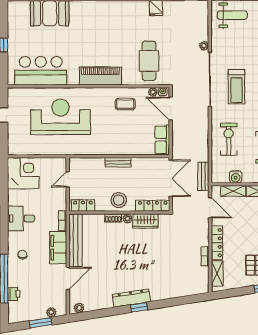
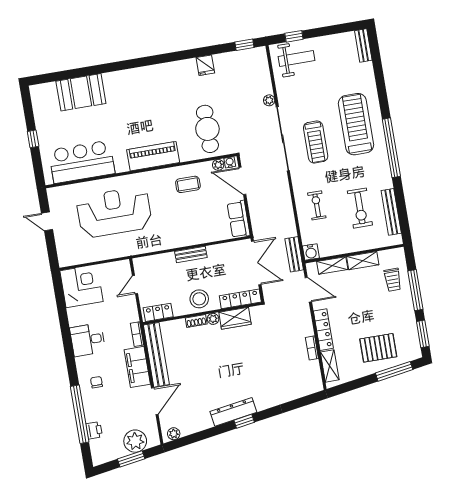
exercise bike: (229, 139) -> (317, 205), width x0.73, depth x0.72
water cooler: (236, 177) -> (311, 252), moved
plant: (51, 312) -> (135, 441), width x1.88, depth x1.88

